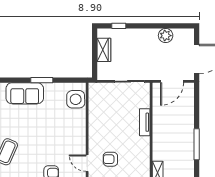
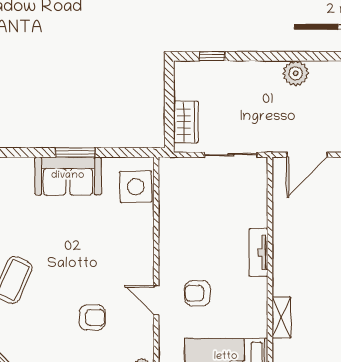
wardrobe: (104, 50) -> (186, 122), moved
sofa: (25, 93) -> (68, 176), moved
tv unit: (145, 122) -> (259, 253), moved

